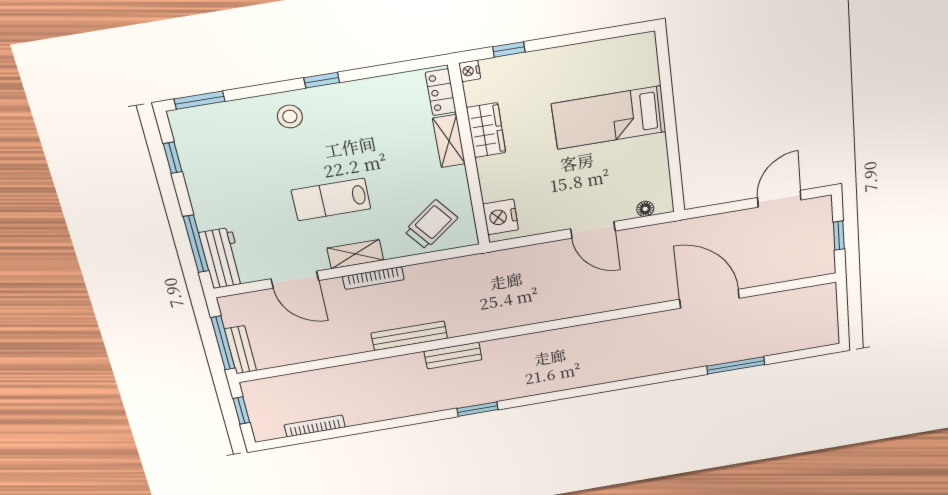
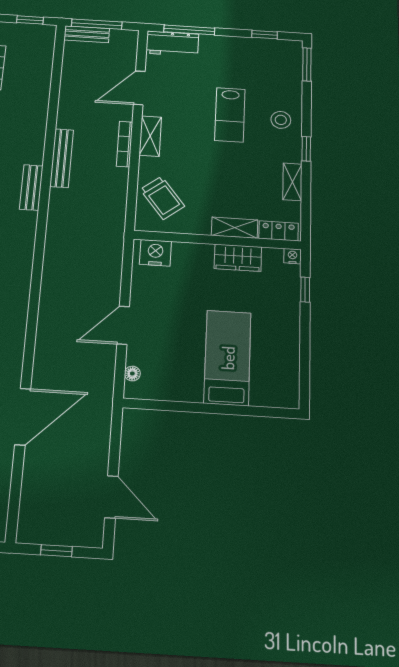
shelving: (372, 88) -> (292, 182), added
lab bench: (331, 199) -> (230, 115), moved, turned 180

